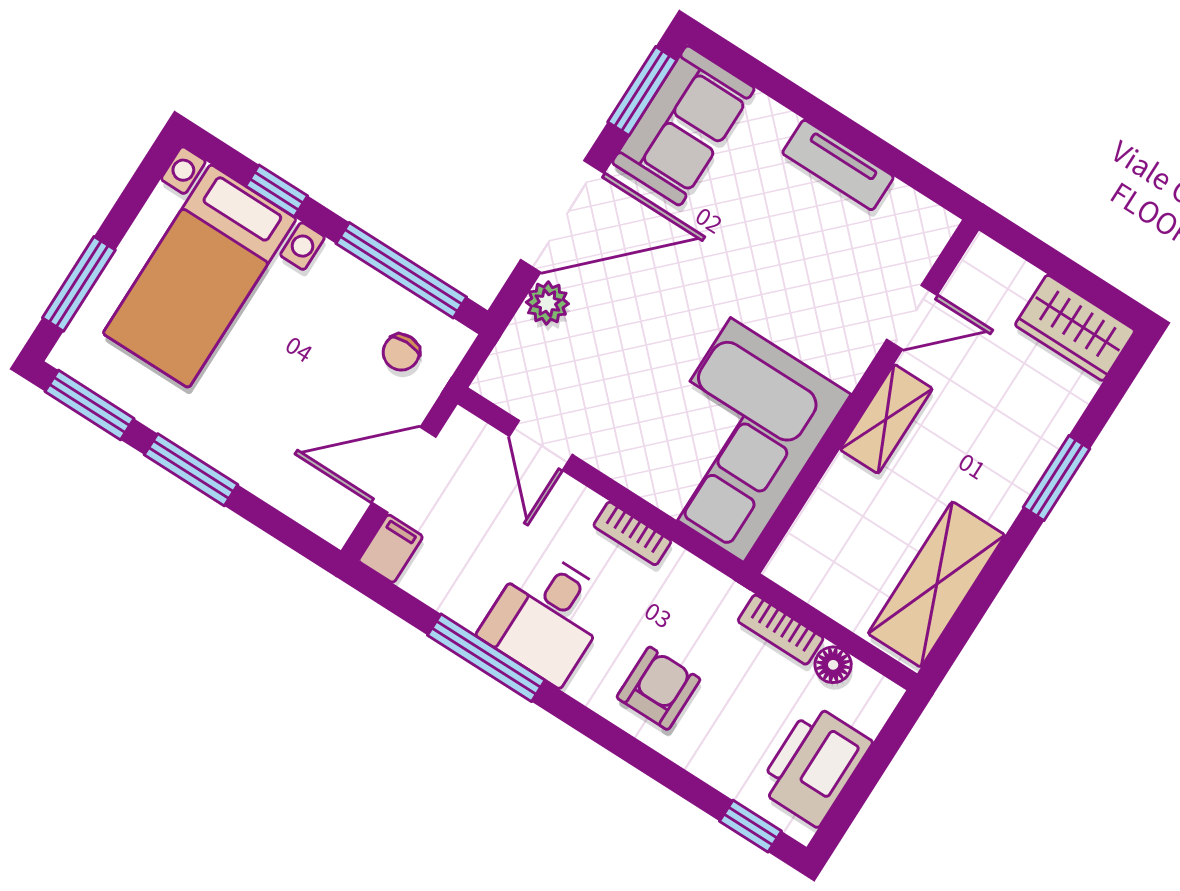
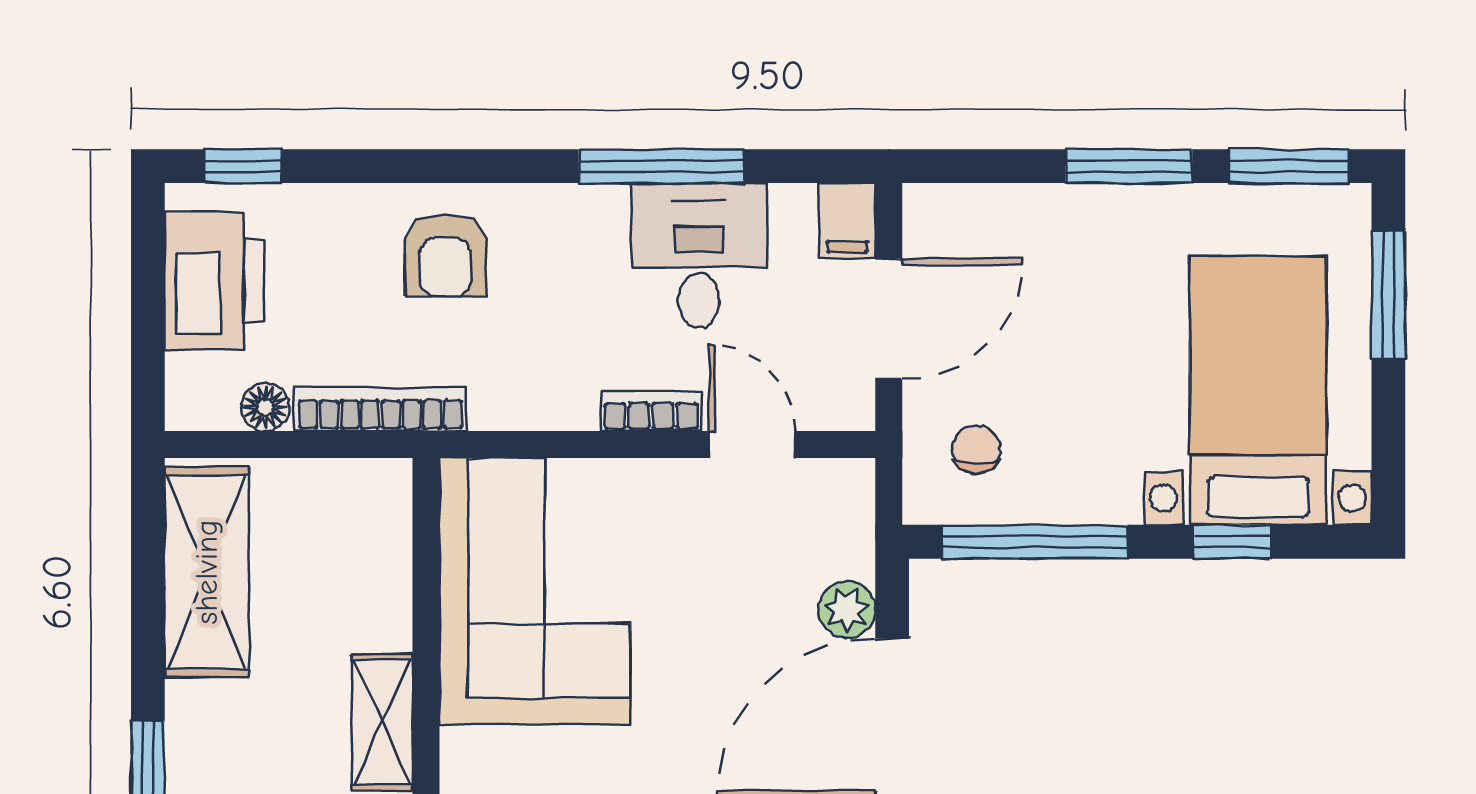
bookcase: (632, 533) -> (651, 411), moved
desk: (547, 617) -> (699, 256), moved
bookcase: (781, 630) -> (381, 409), width x1.56

